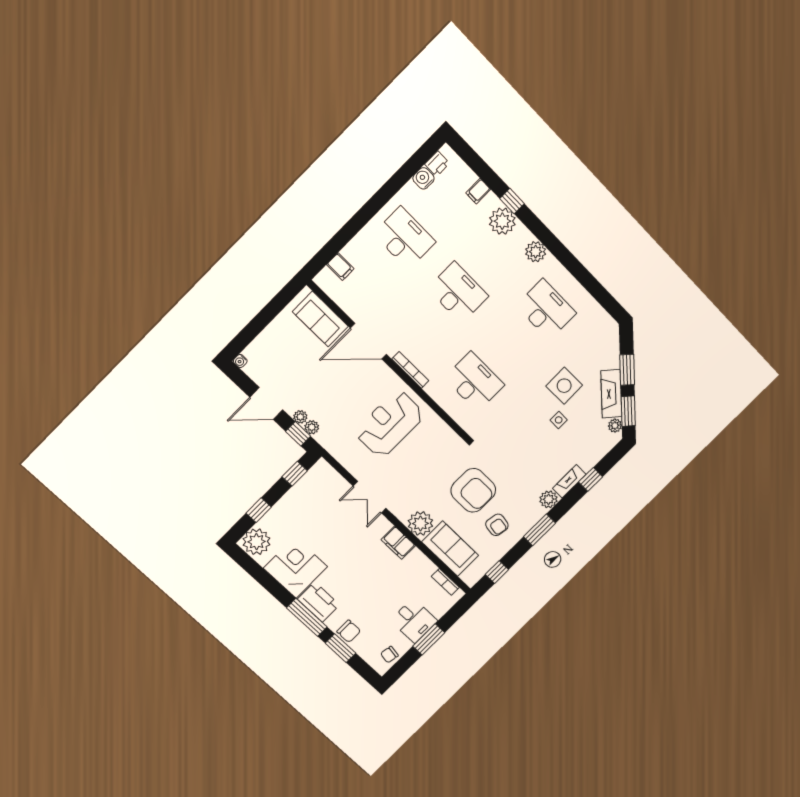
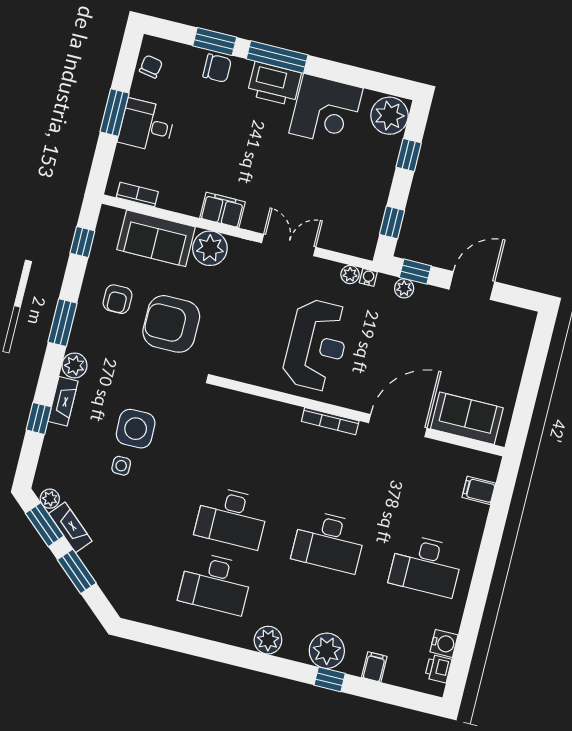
water cooler: (240, 361) -> (368, 277), moved
desk: (474, 381) -> (232, 517), moved
side table: (564, 386) -> (136, 429), moved
fireplace: (611, 394) -> (70, 527), width x0.73, depth x0.76
plant: (300, 417) -> (350, 274), moved
armchair: (497, 525) -> (118, 299), turned -99
chair: (349, 631) -> (217, 68), turned 180

